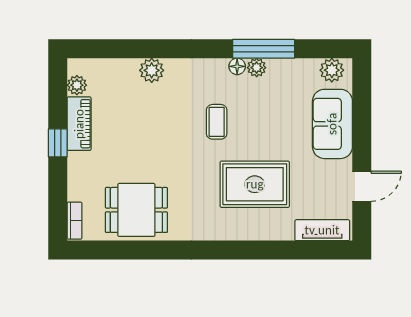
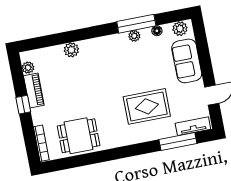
floor lamp: (237, 66) -> (157, 31), moved
coffee table: (217, 122) -> (117, 73), removed
bookcase: (74, 221) -> (41, 143), width x1.56
window: (293, 250) -> (178, 142), added

